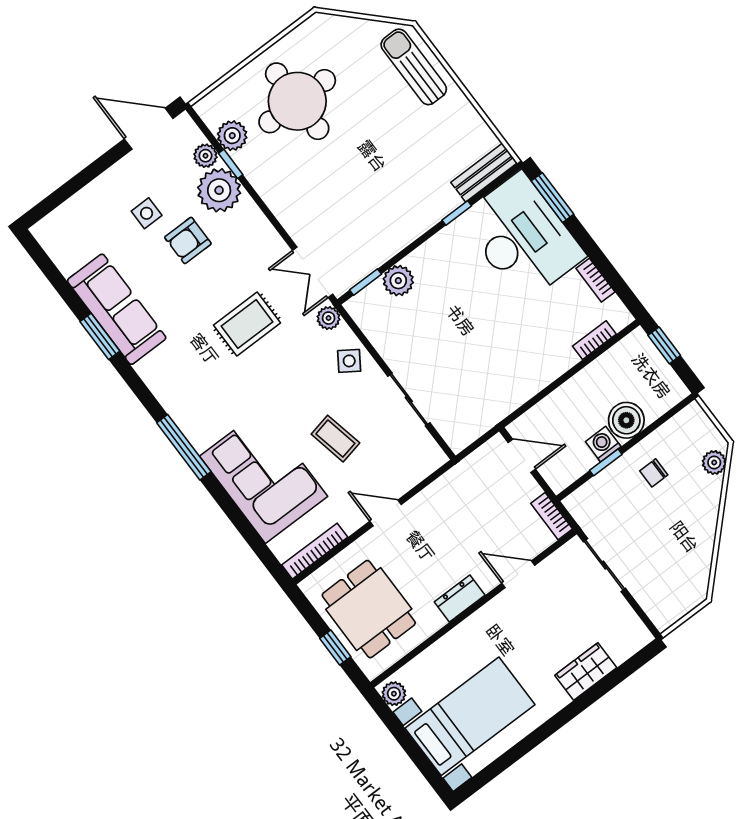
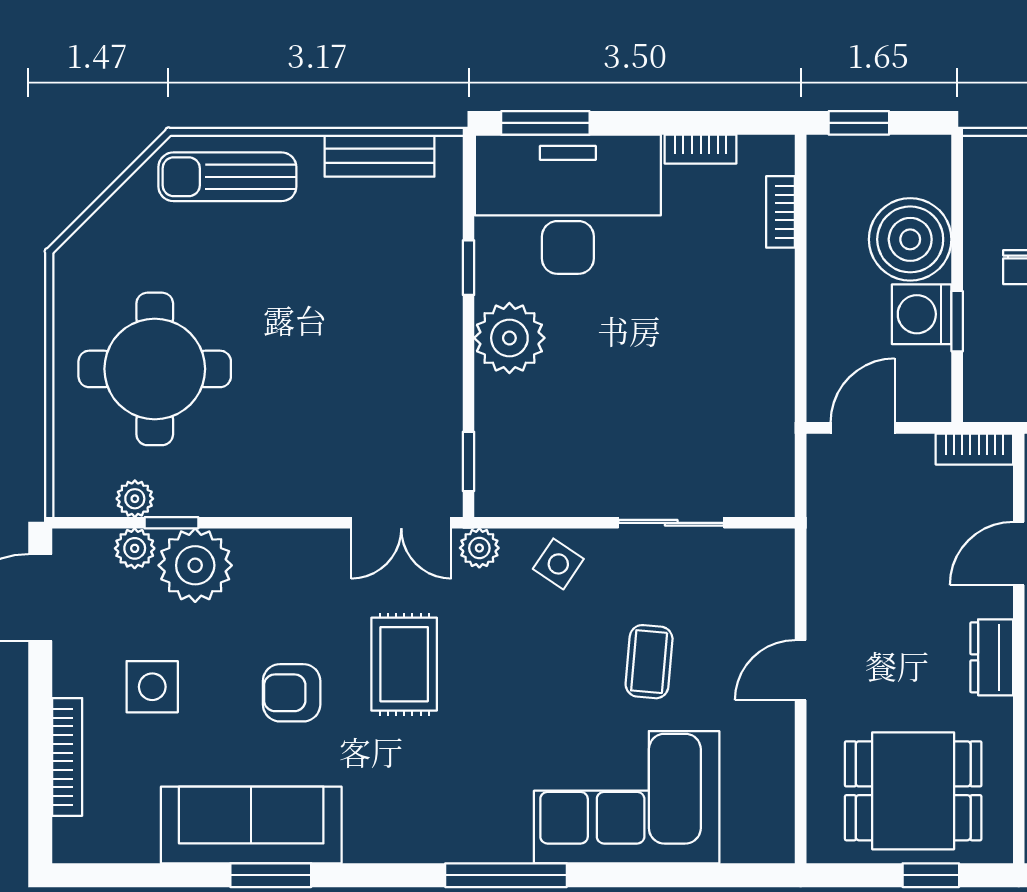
plant: (232, 136) -> (135, 499), width x0.73, depth x0.73
bench: (484, 173) -> (379, 156), moved, turned 90
side table: (147, 213) -> (152, 687), width x1.37, depth x1.37
armchair: (188, 240) -> (292, 693), moved, turned 90
plant: (398, 281) -> (509, 338), moved, width x1.36, depth x1.36
boiler: (626, 420) -> (910, 239), width x1.37, depth x1.37
coffee table: (335, 439) -> (649, 662), turned -73
washing machine: (603, 444) -> (922, 314), width x1.38, depth x1.38
bookcase: (315, 551) -> (67, 757), moved, turned 180

